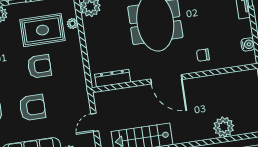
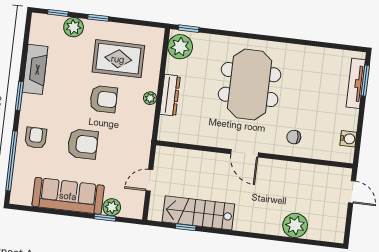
plant: (72, 24) -> (150, 98), moved
dresser: (113, 78) -> (170, 95), moved, turned 90
door: (166, 79) -> (244, 153), width x0.73

